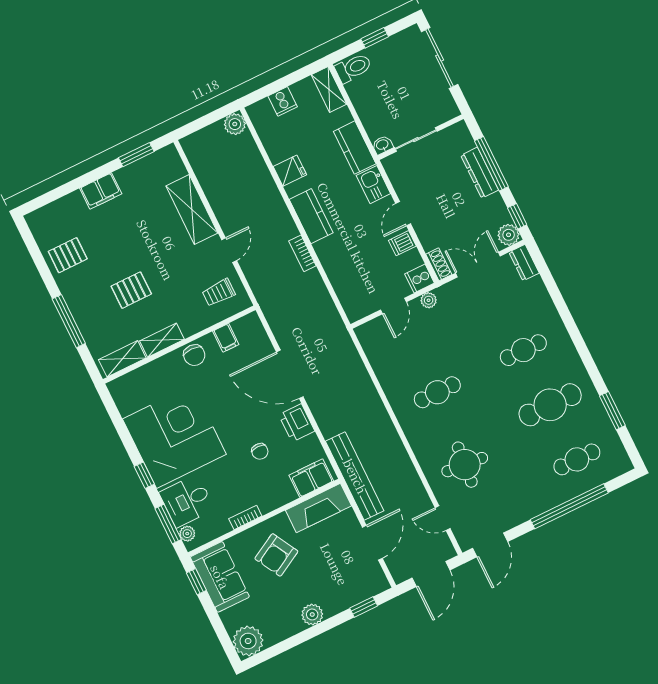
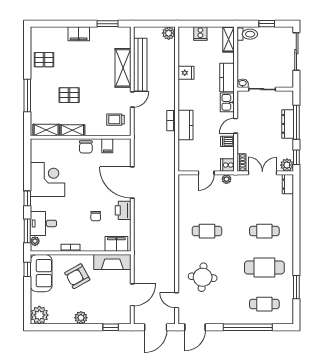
kitchen counter: (311, 216) -> (185, 125), moved
corner desk: (174, 437) -> (47, 179), width x0.74, depth x0.74
bench: (355, 476) -> (140, 65), moved

